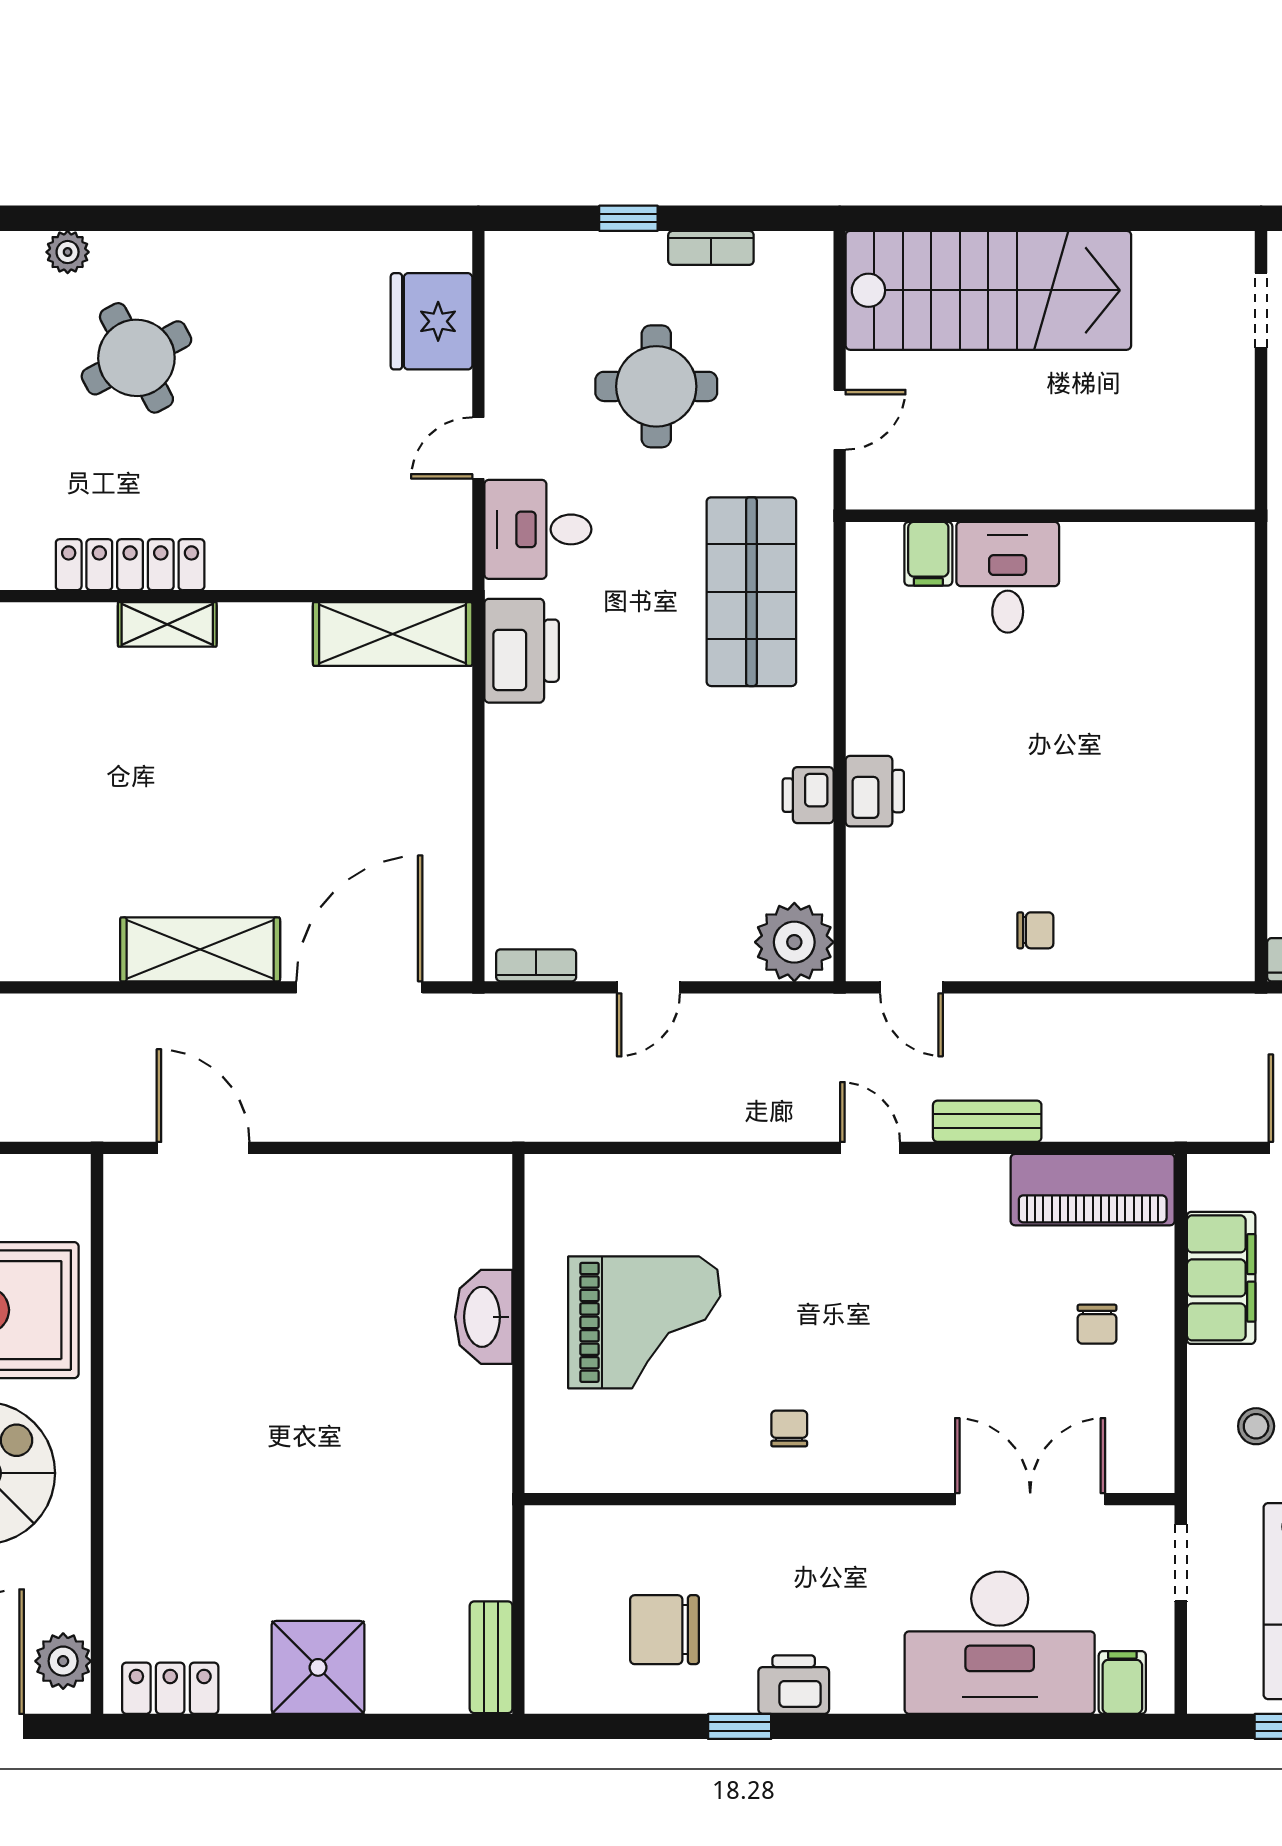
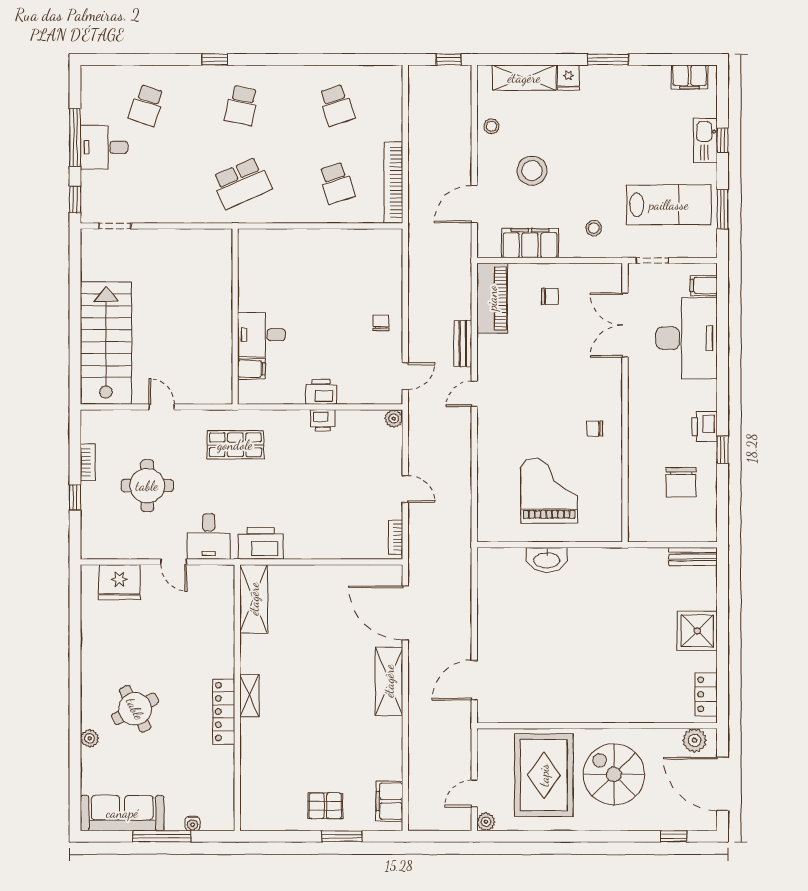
wall: (1050, 516) -> (235, 316), moved
filing cabinet: (928, 554) -> (251, 369), moved
desk: (1008, 577) -> (262, 335), moved
shop shelf: (751, 592) -> (235, 445), width x0.70, depth x0.74
plant: (794, 942) -> (394, 419), width x0.53, depth x0.53

